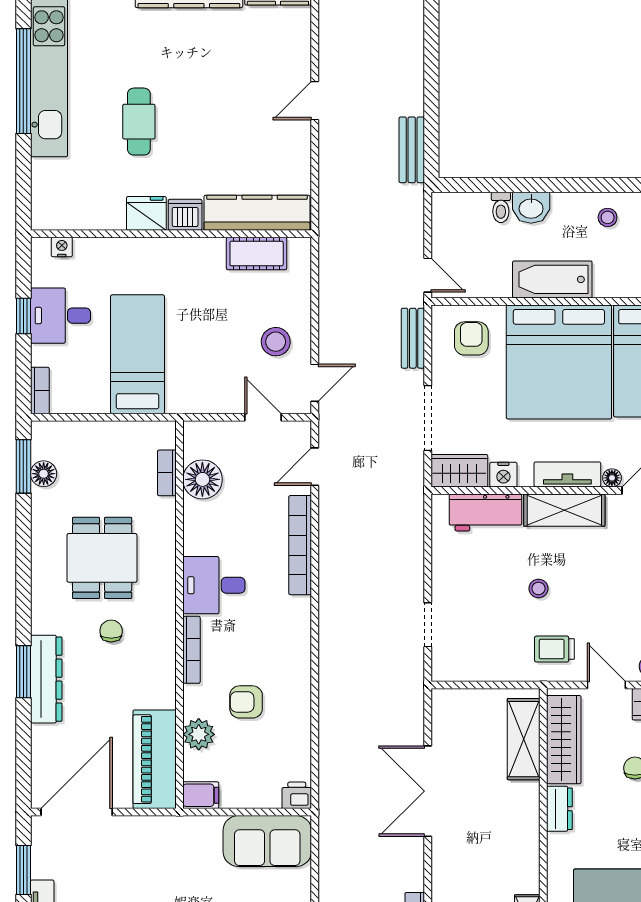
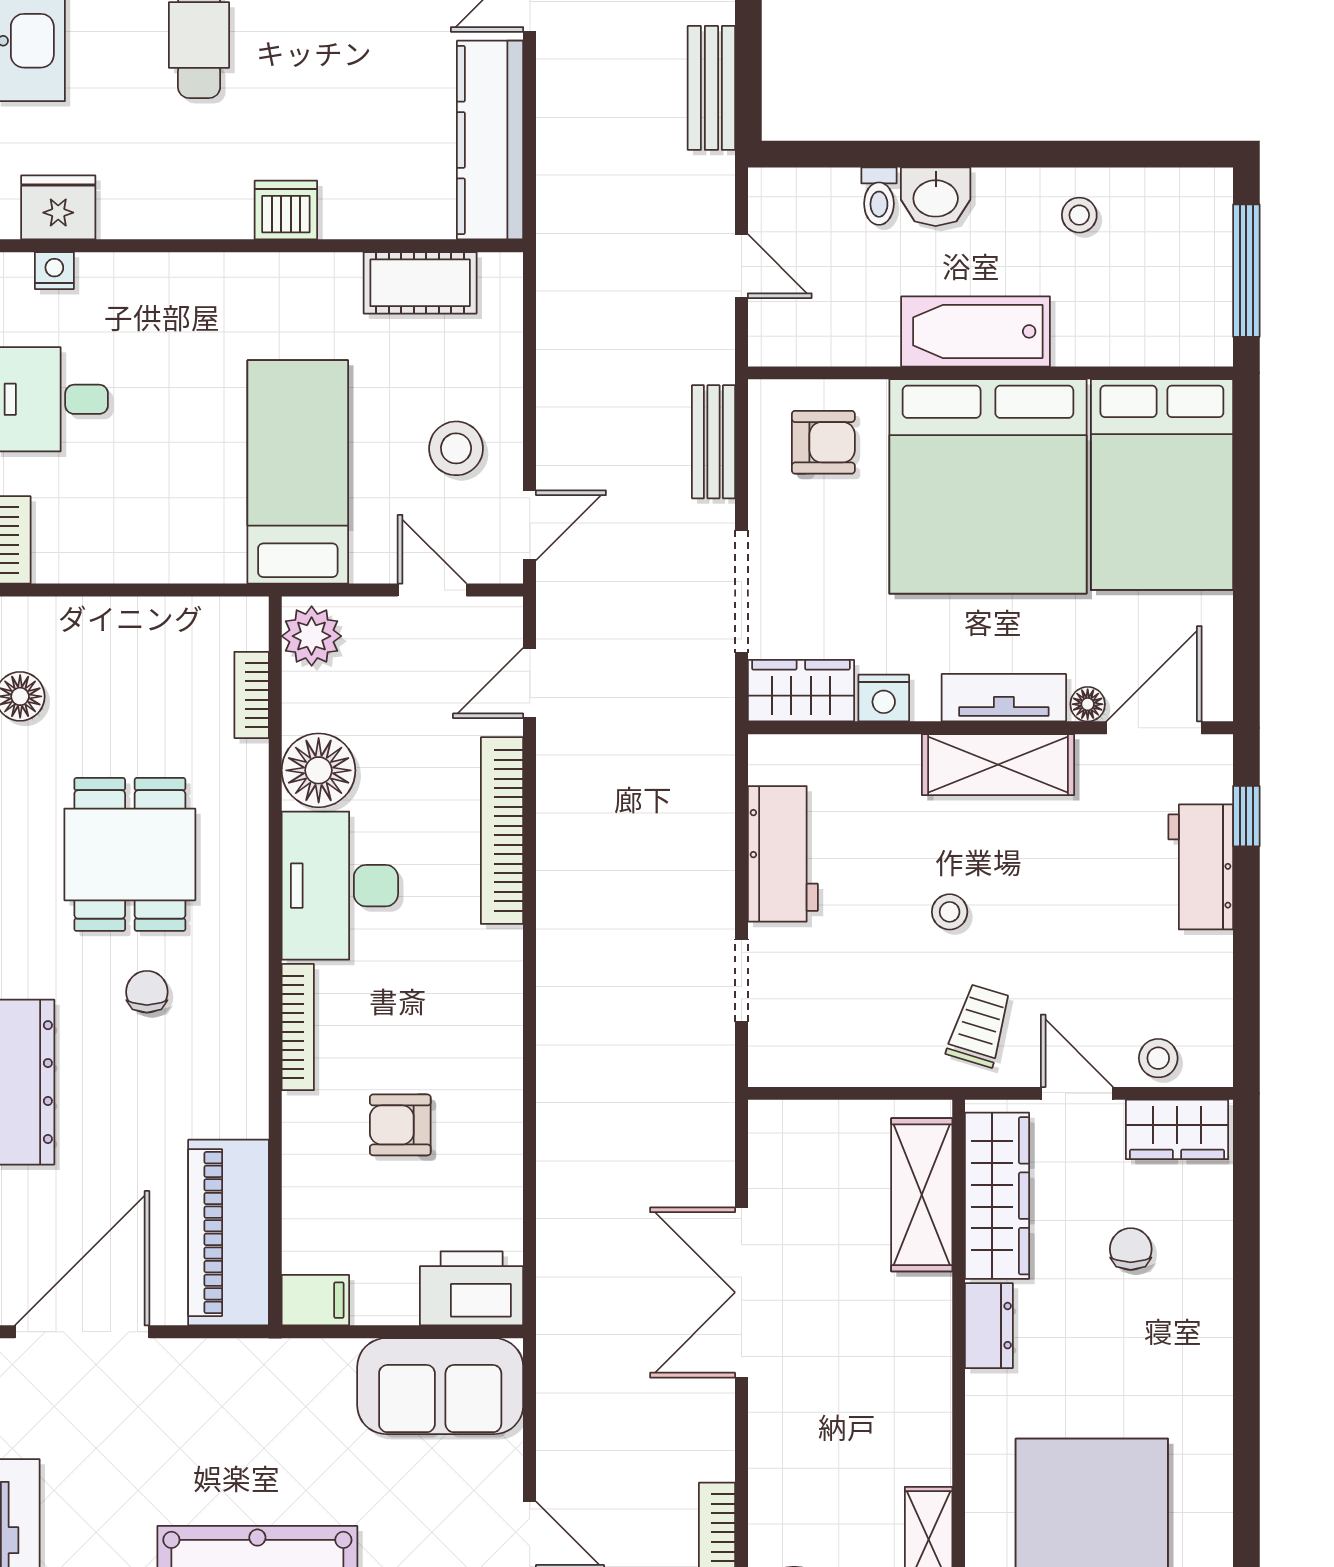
fridge: (146, 213) -> (58, 207), moved
kitchen counter: (257, 213) -> (490, 140), moved, turned -90
door: (428, 275) -> (741, 266), moved
armchair: (471, 338) -> (823, 442), turned 90
bed: (138, 354) -> (298, 472), moved
floor lamp: (202, 479) -> (319, 770), moved
workbench: (485, 513) -> (783, 854), moved, turned -90
desk: (214, 585) -> (340, 886), width x1.37
trolley: (554, 649) -> (979, 1026), turned 107
plant: (199, 734) -> (312, 636), moved
printer: (297, 795) -> (472, 1288), width x1.87, depth x1.48

